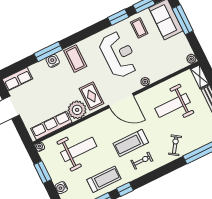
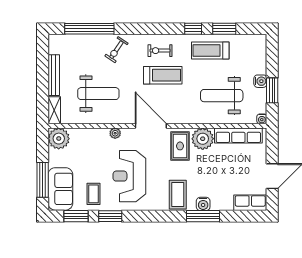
plant: (191, 59) -> (59, 139), width x1.87, depth x1.87
water cooler: (61, 188) -> (260, 81), moved

